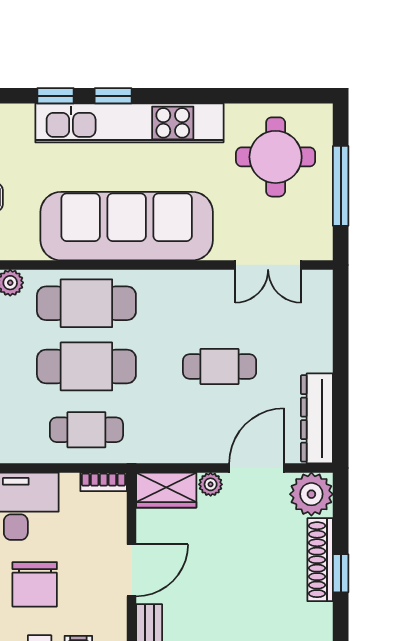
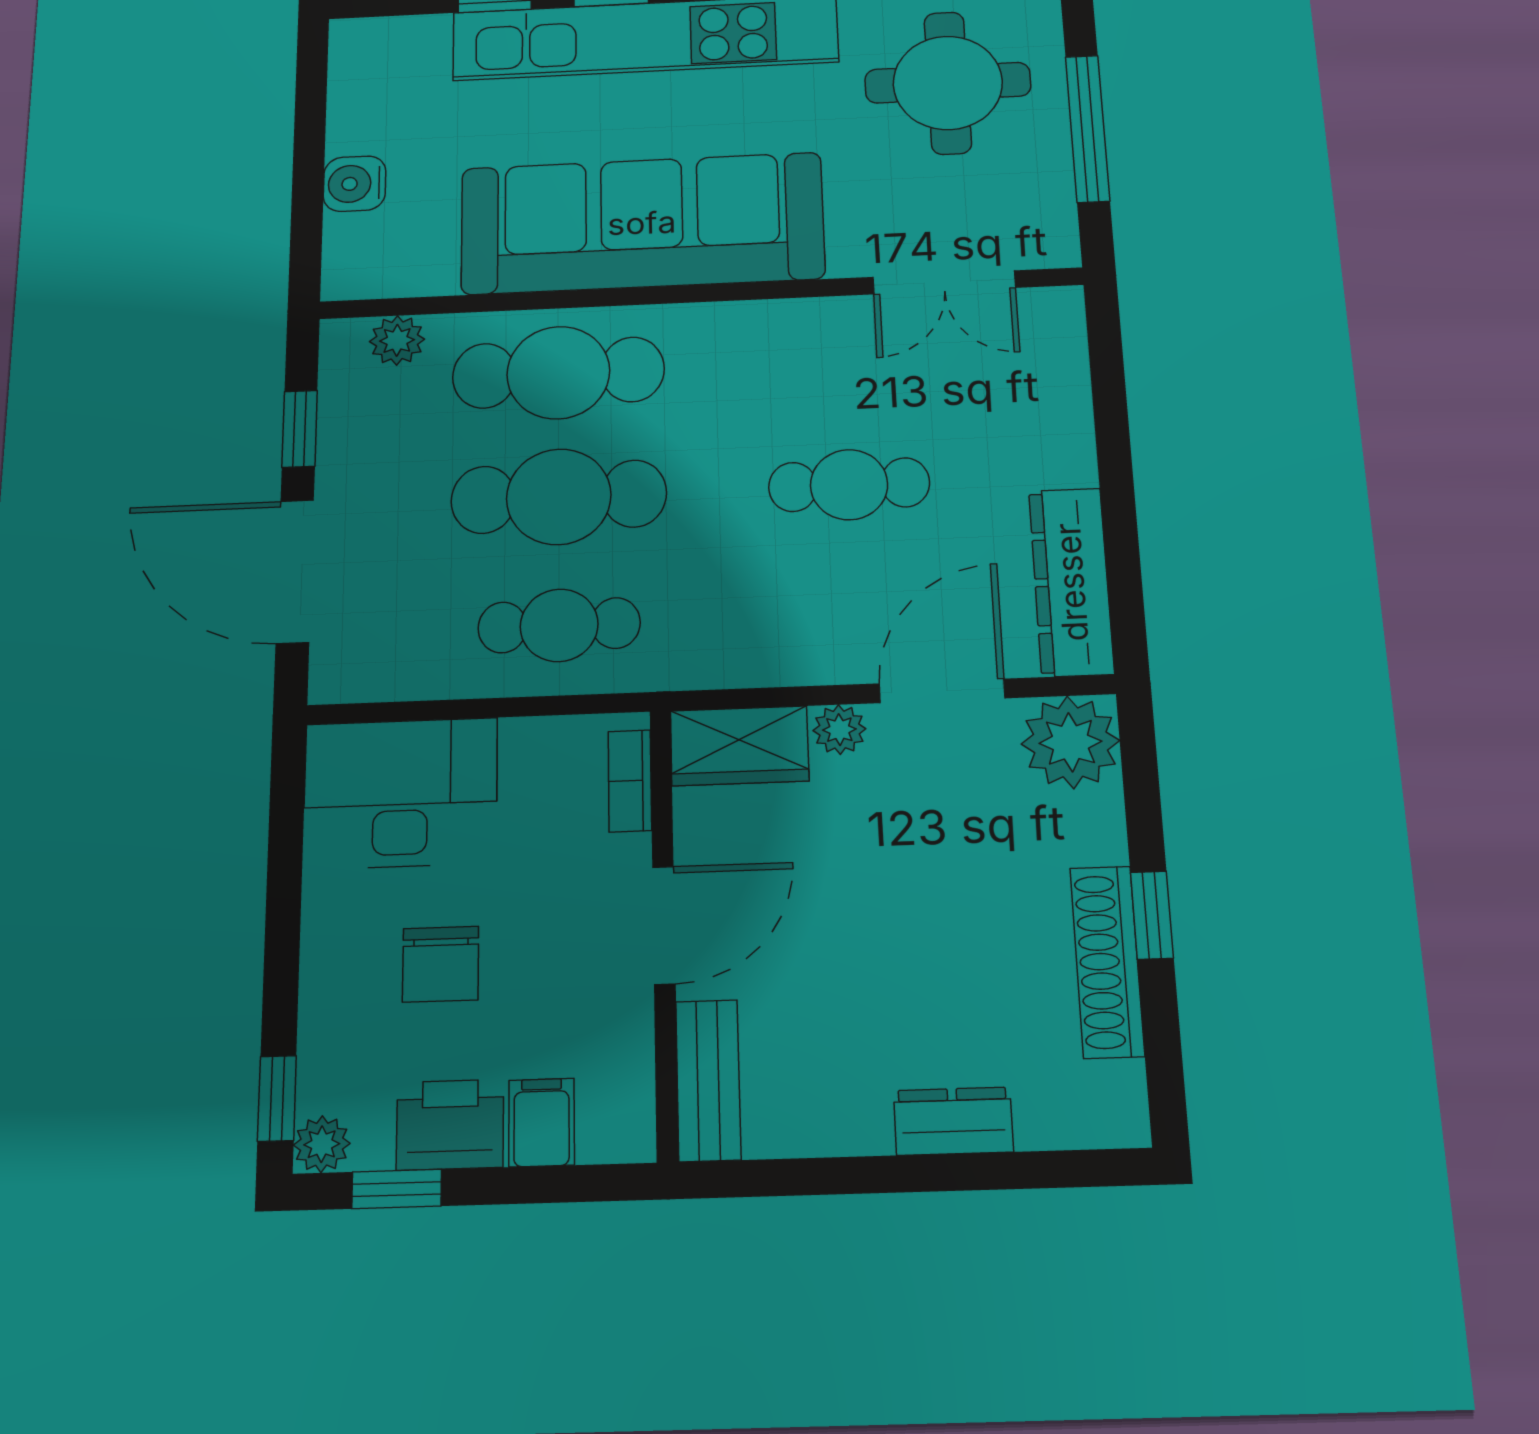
bookcase: (104, 482) -> (630, 781), moved, turned 90
shoe rack: (320, 560) -> (1107, 961), moved
chair: (35, 584) -> (441, 964), width x0.73, depth x0.73

